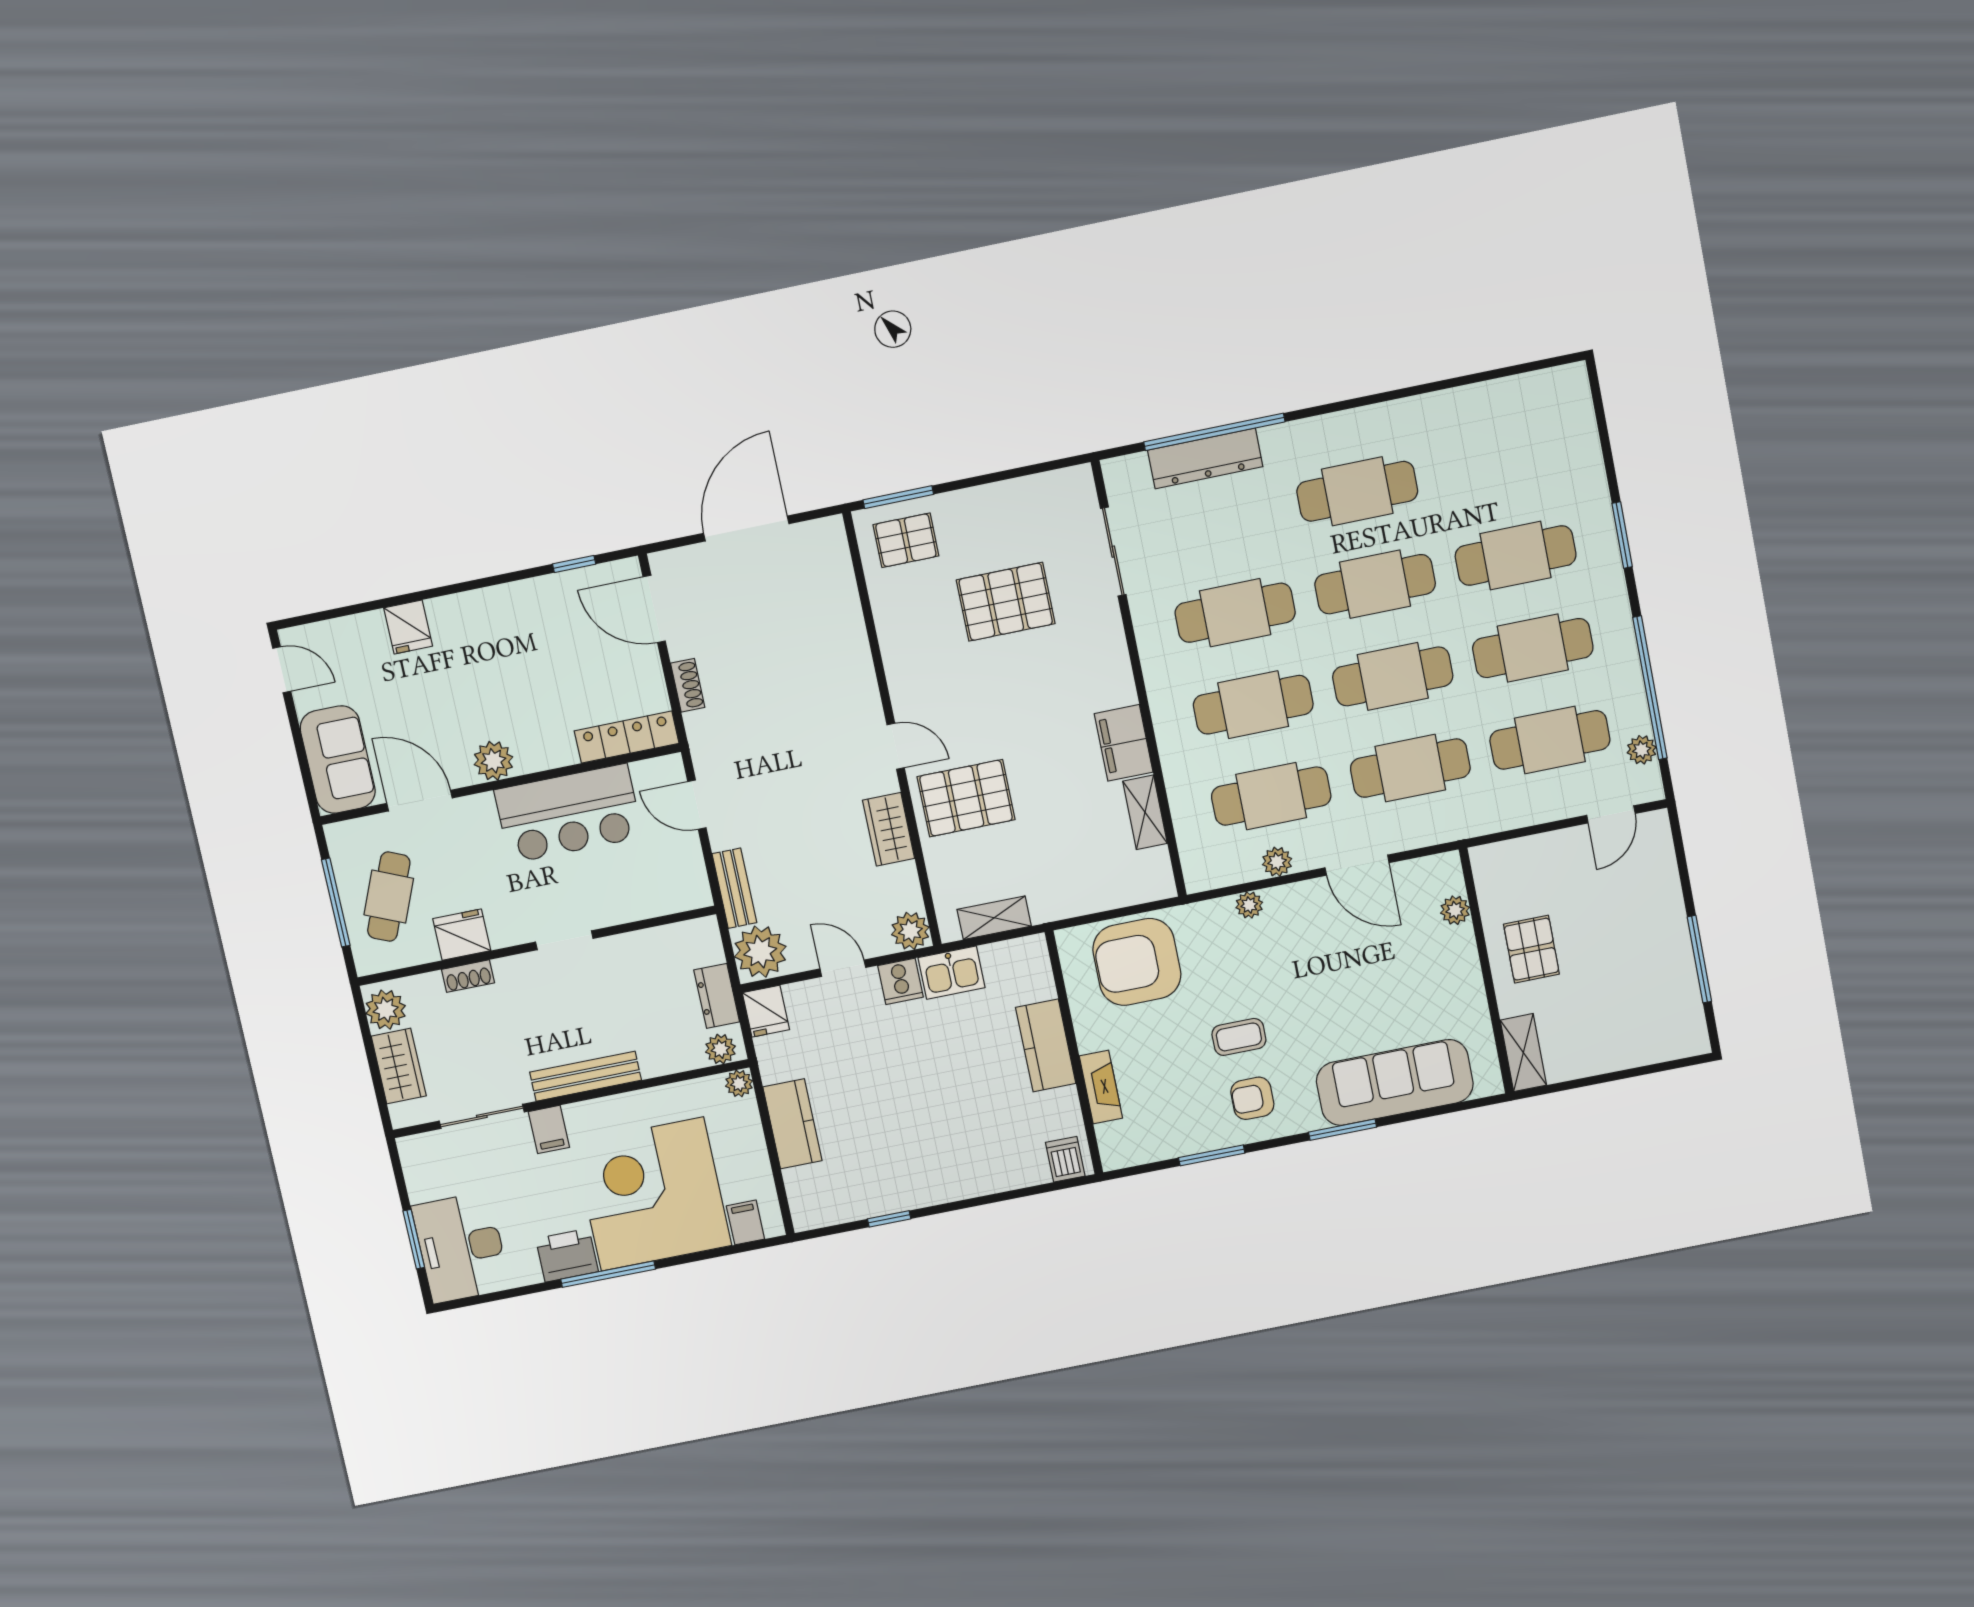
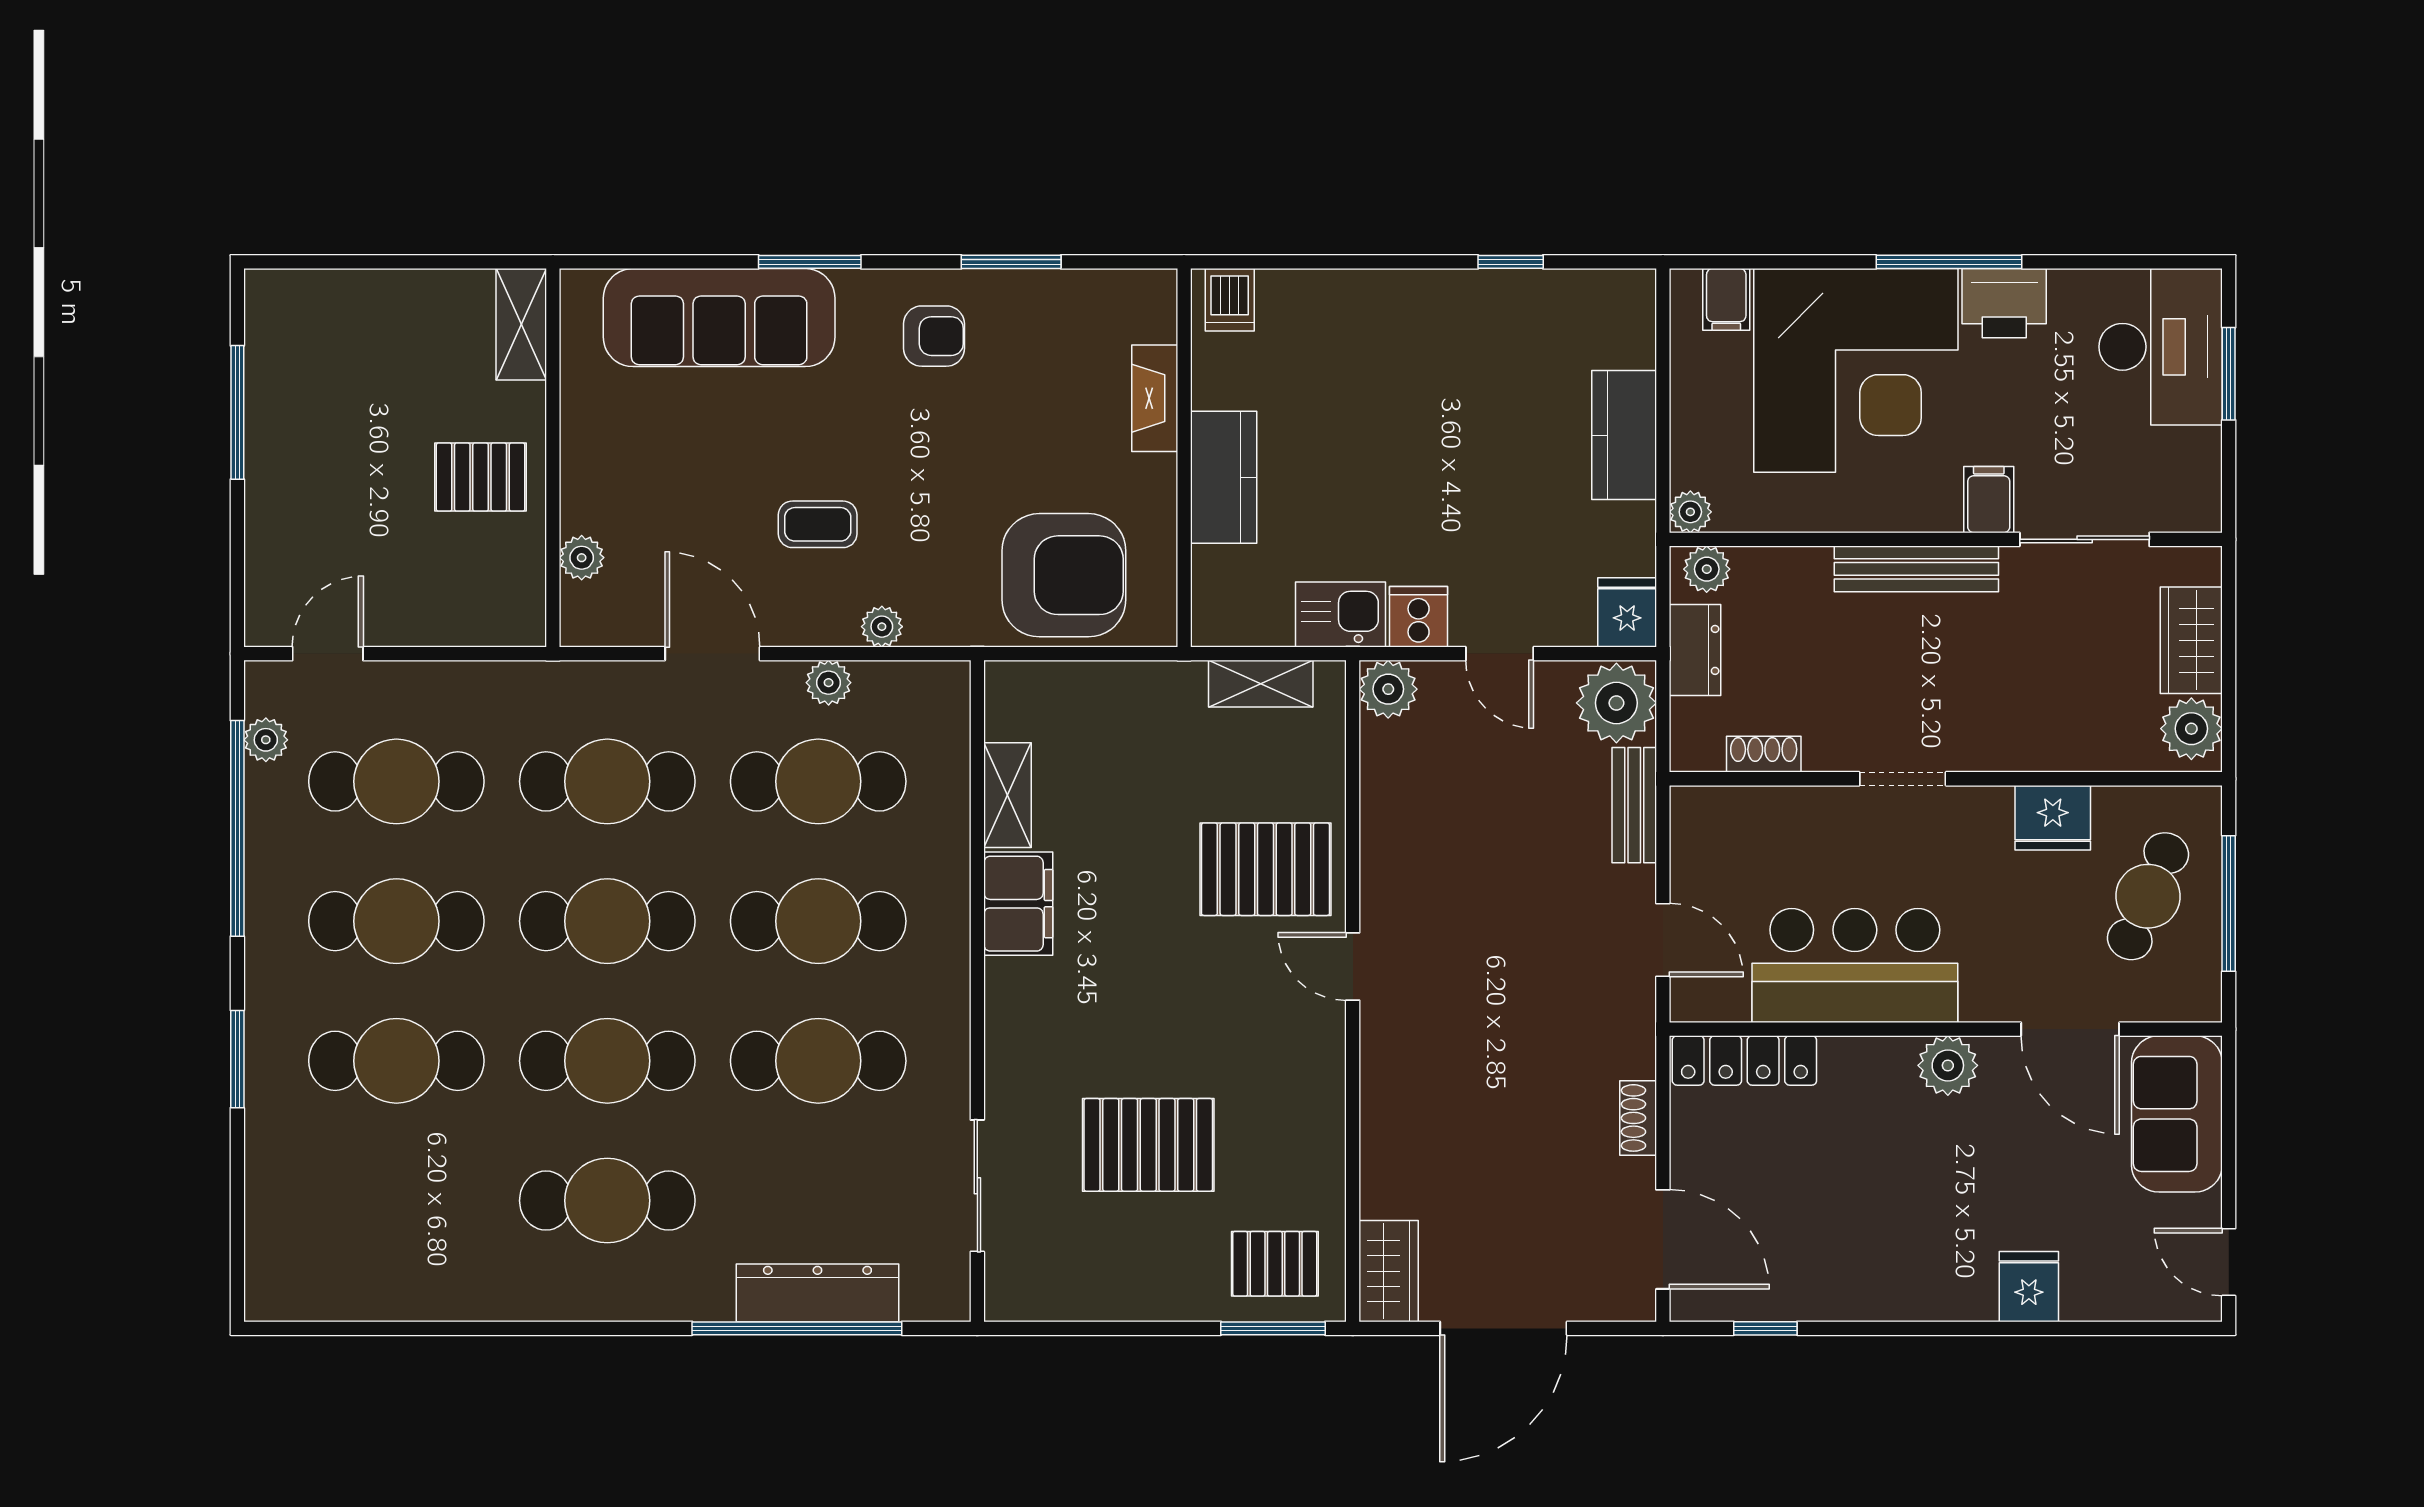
wardrobe: (889, 829) -> (1389, 1271), moved
pallet: (1531, 949) -> (481, 477), turned 90
shoe rack: (468, 976) -> (1764, 754), moved
coffee table: (1239, 1037) -> (818, 524), moved

